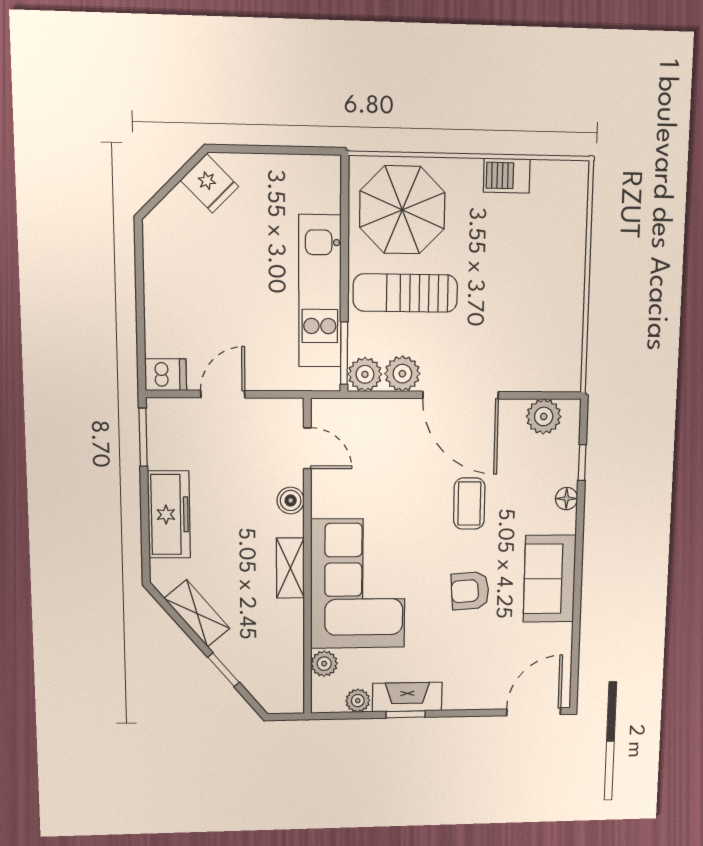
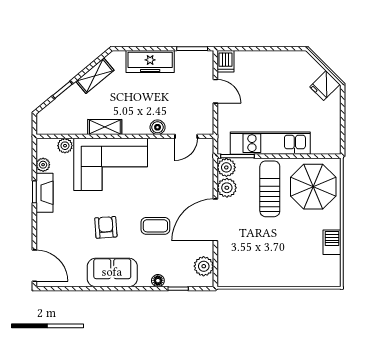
shelving: (290, 568) -> (105, 127), moved

